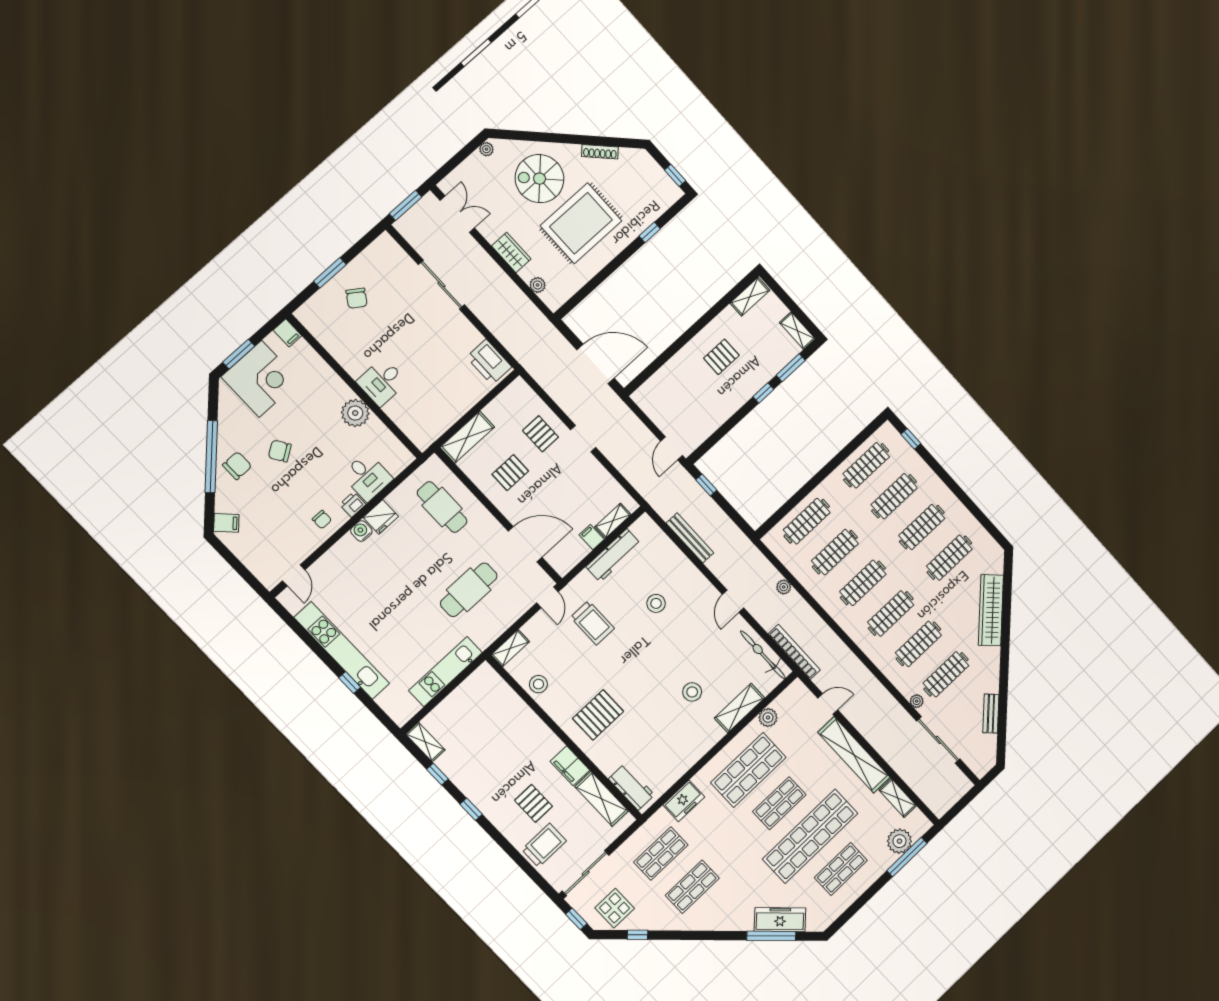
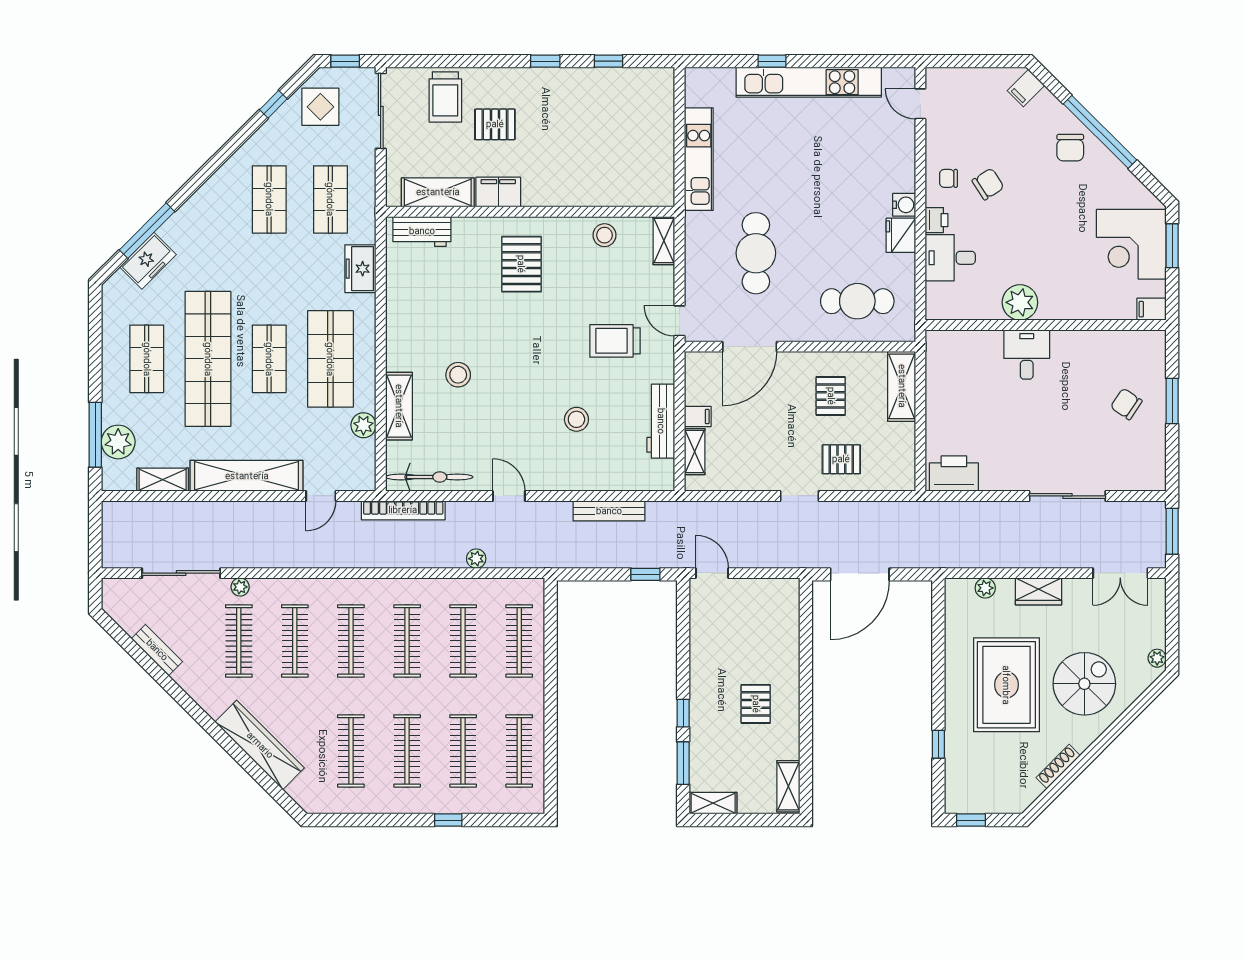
window: (911, 439) -> (448, 820), moved
chair: (280, 451) -> (988, 184), moved
shelving: (425, 742) -> (650, 78), removed
freezer: (780, 920) -> (148, 261), width x0.71

